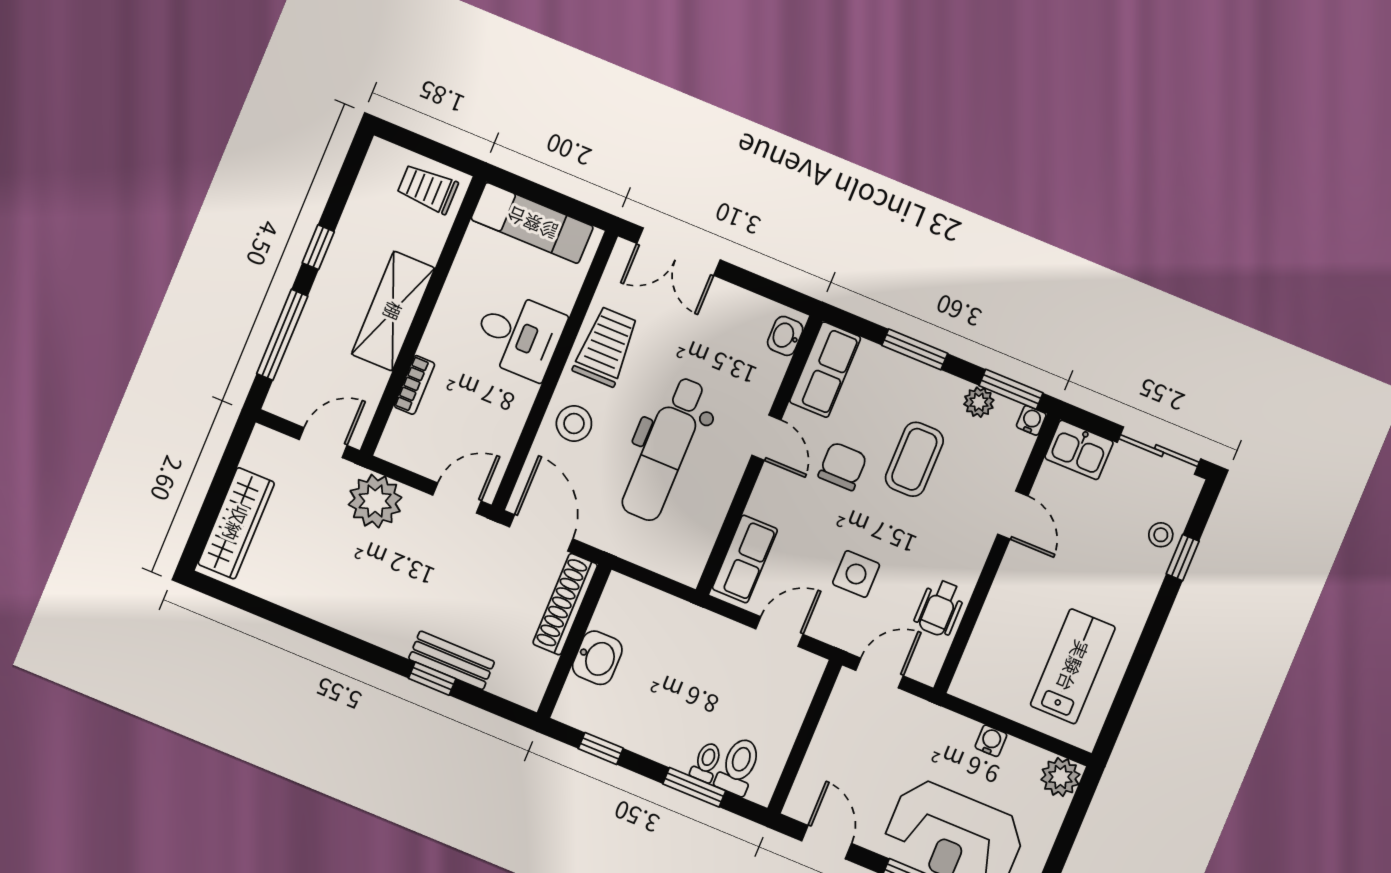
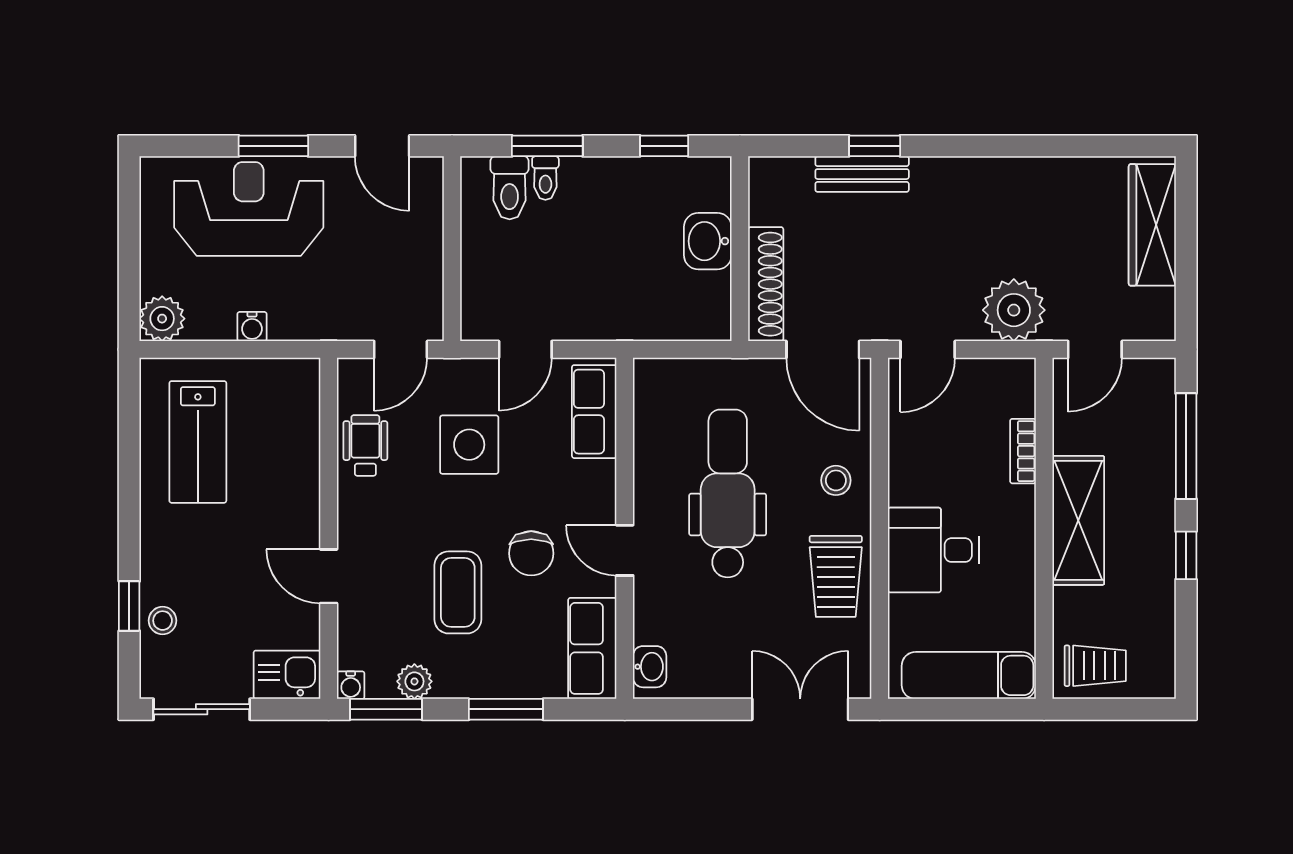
stool: (574, 424) -> (836, 480), width x0.73, depth x0.73
side table: (856, 574) -> (469, 445), width x1.37, depth x1.37

